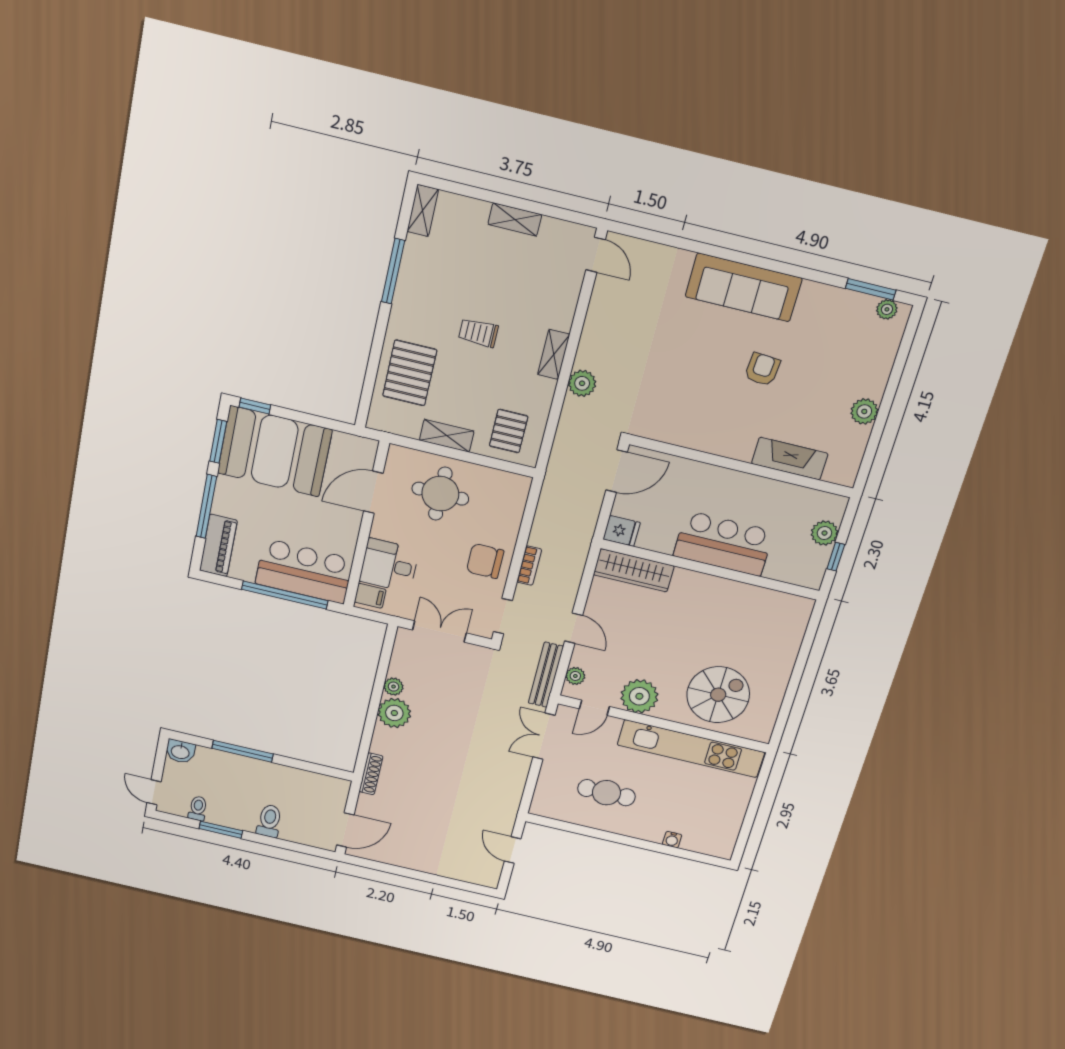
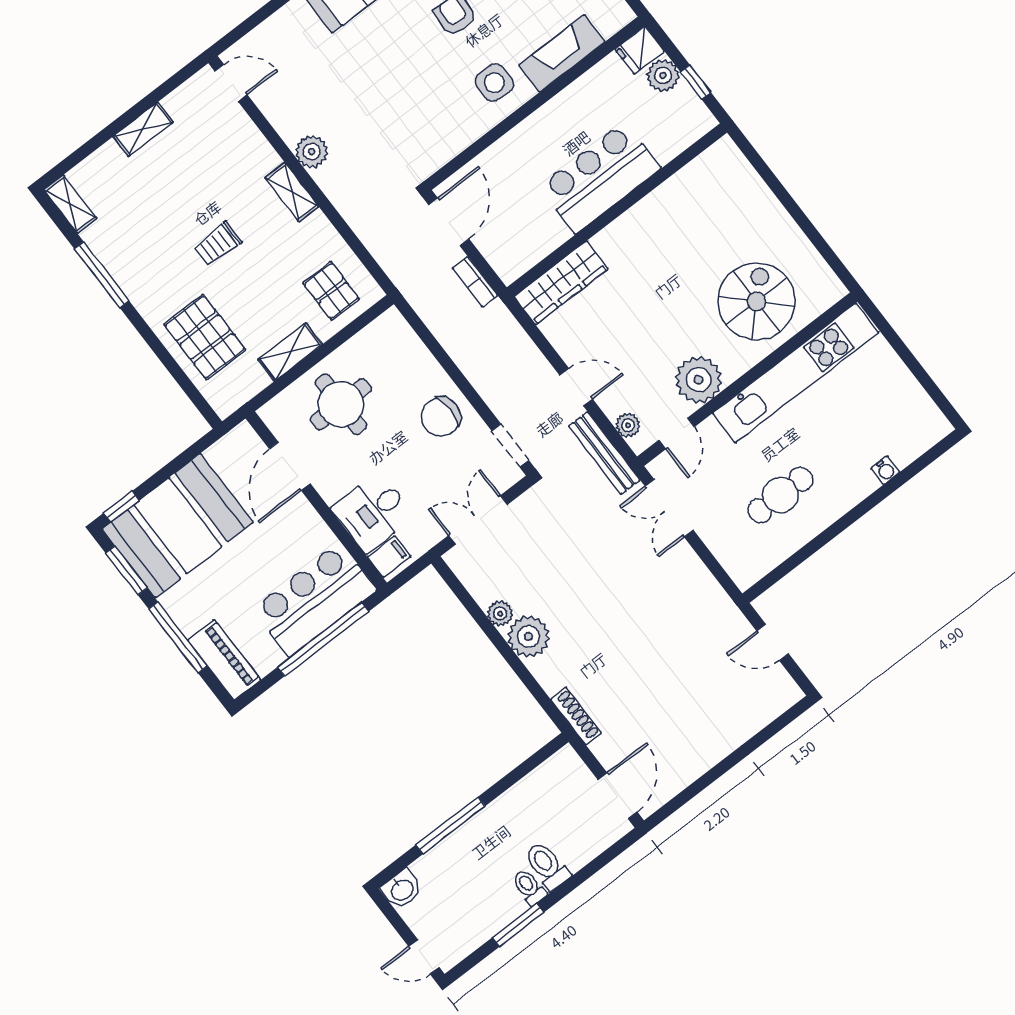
plant: (582, 383) -> (312, 152), moved
side table: (735, 430) -> (494, 83), added
fridge: (622, 531) -> (640, 50), moved, turned 180
bookcase: (529, 566) -> (475, 282), moved, turned 180
toilet: (198, 808) -> (529, 887), moved

